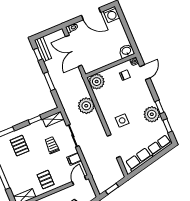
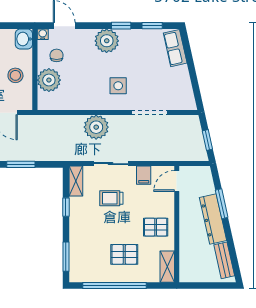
stool: (102, 55) -> (15, 75), added
plant: (97, 82) -> (49, 80), moved
plant: (86, 106) -> (96, 127), moved
plant: (152, 114) -> (107, 41), moved
pallet: (20, 146) -> (124, 254), moved
row of seats: (139, 160) -> (183, 85), removed
door: (79, 181) -> (177, 181), hinge flipped

